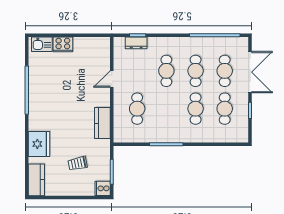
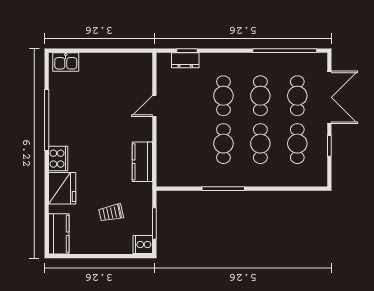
cooker: (63, 44) -> (58, 159), moved, turned -90
cafe table: (137, 109) -> (223, 144), moved

